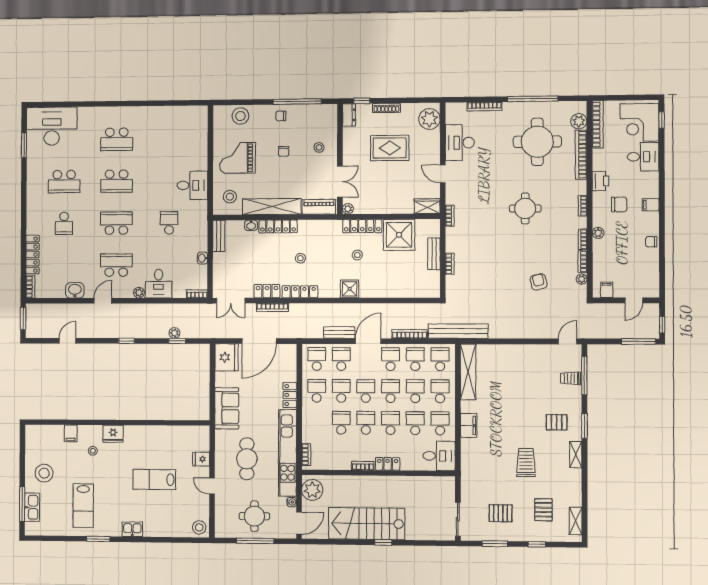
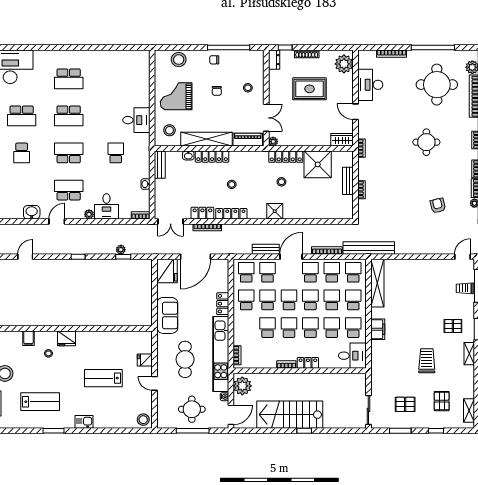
lab bench: (83, 506) -> (40, 402), turned -90

